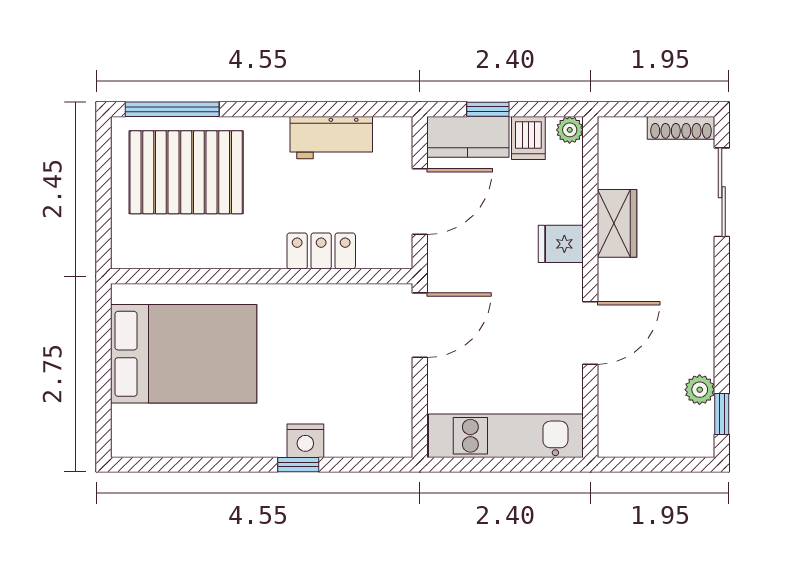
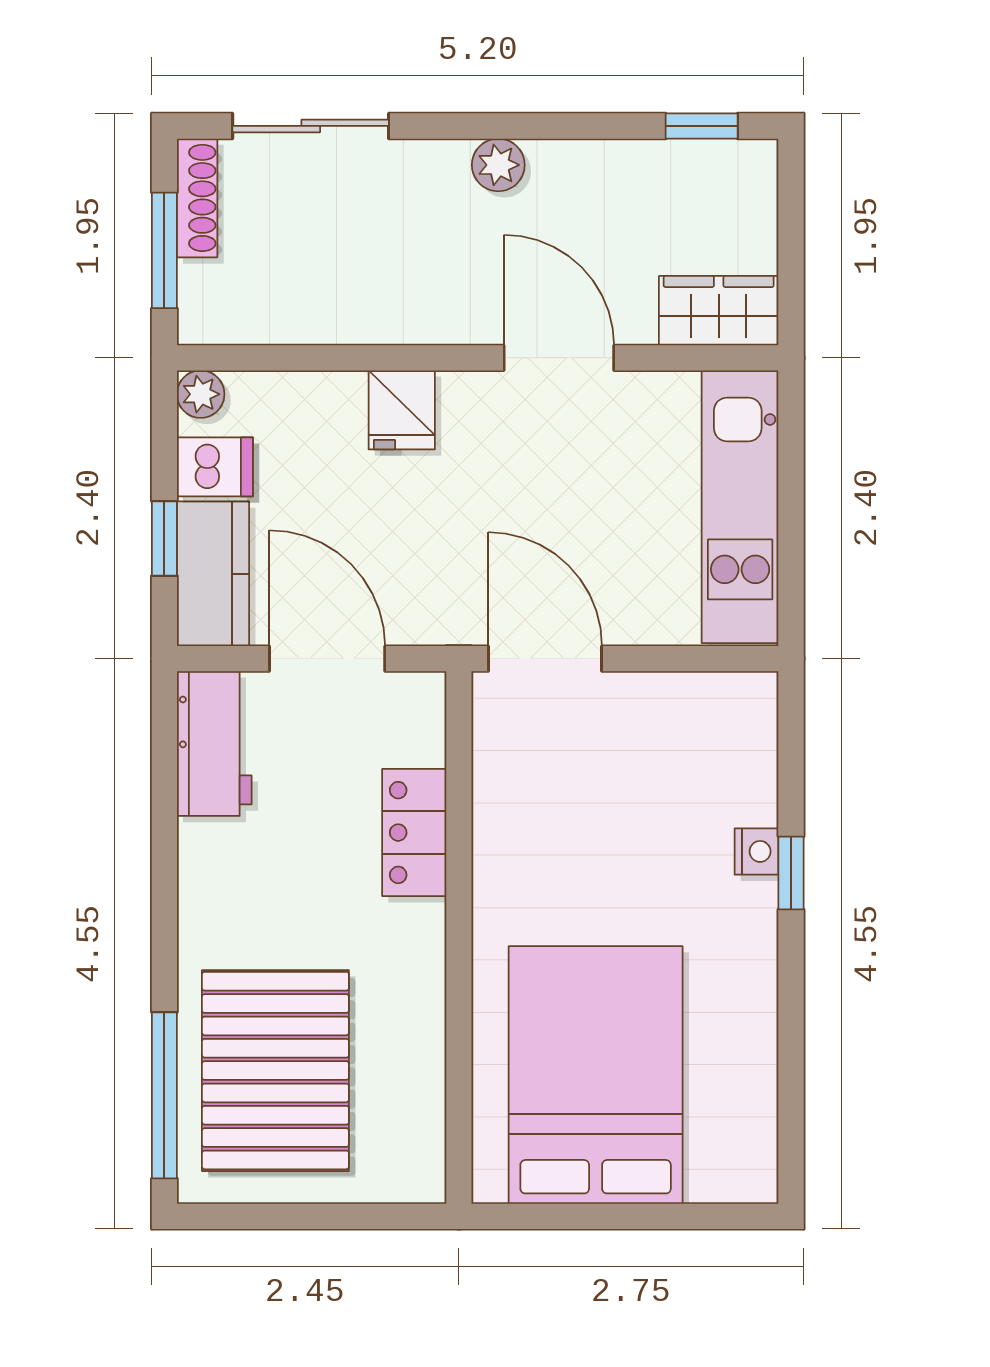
window: (651, 109) -> (164, 250), added
workbench: (331, 138) -> (214, 744), moved
wardrobe: (617, 223) -> (719, 311), moved
plant: (700, 390) -> (498, 165), moved
nightstand: (305, 441) -> (757, 851), width x0.72, depth x0.74

